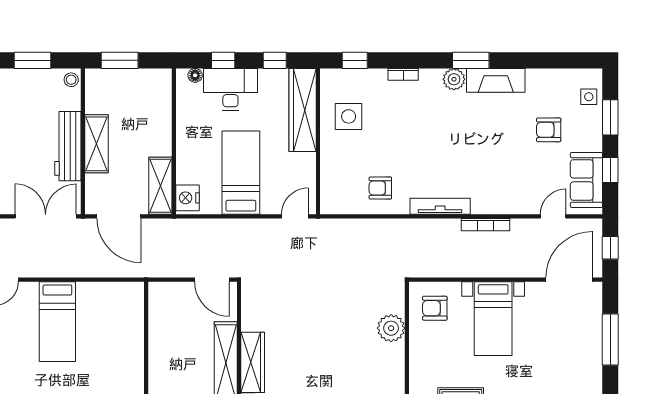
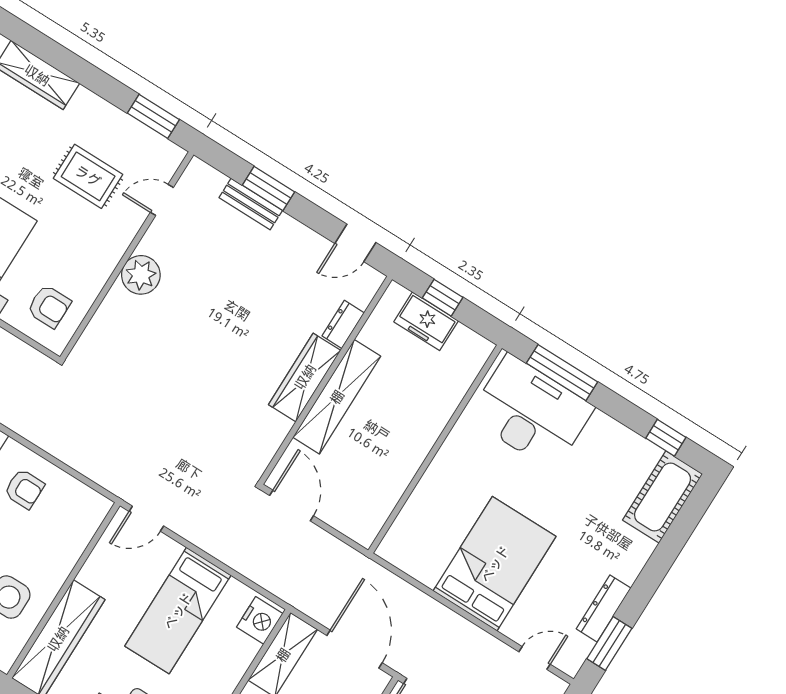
bed: (57, 322) -> (495, 564), width x1.50
plant: (391, 328) -> (141, 275), moved

